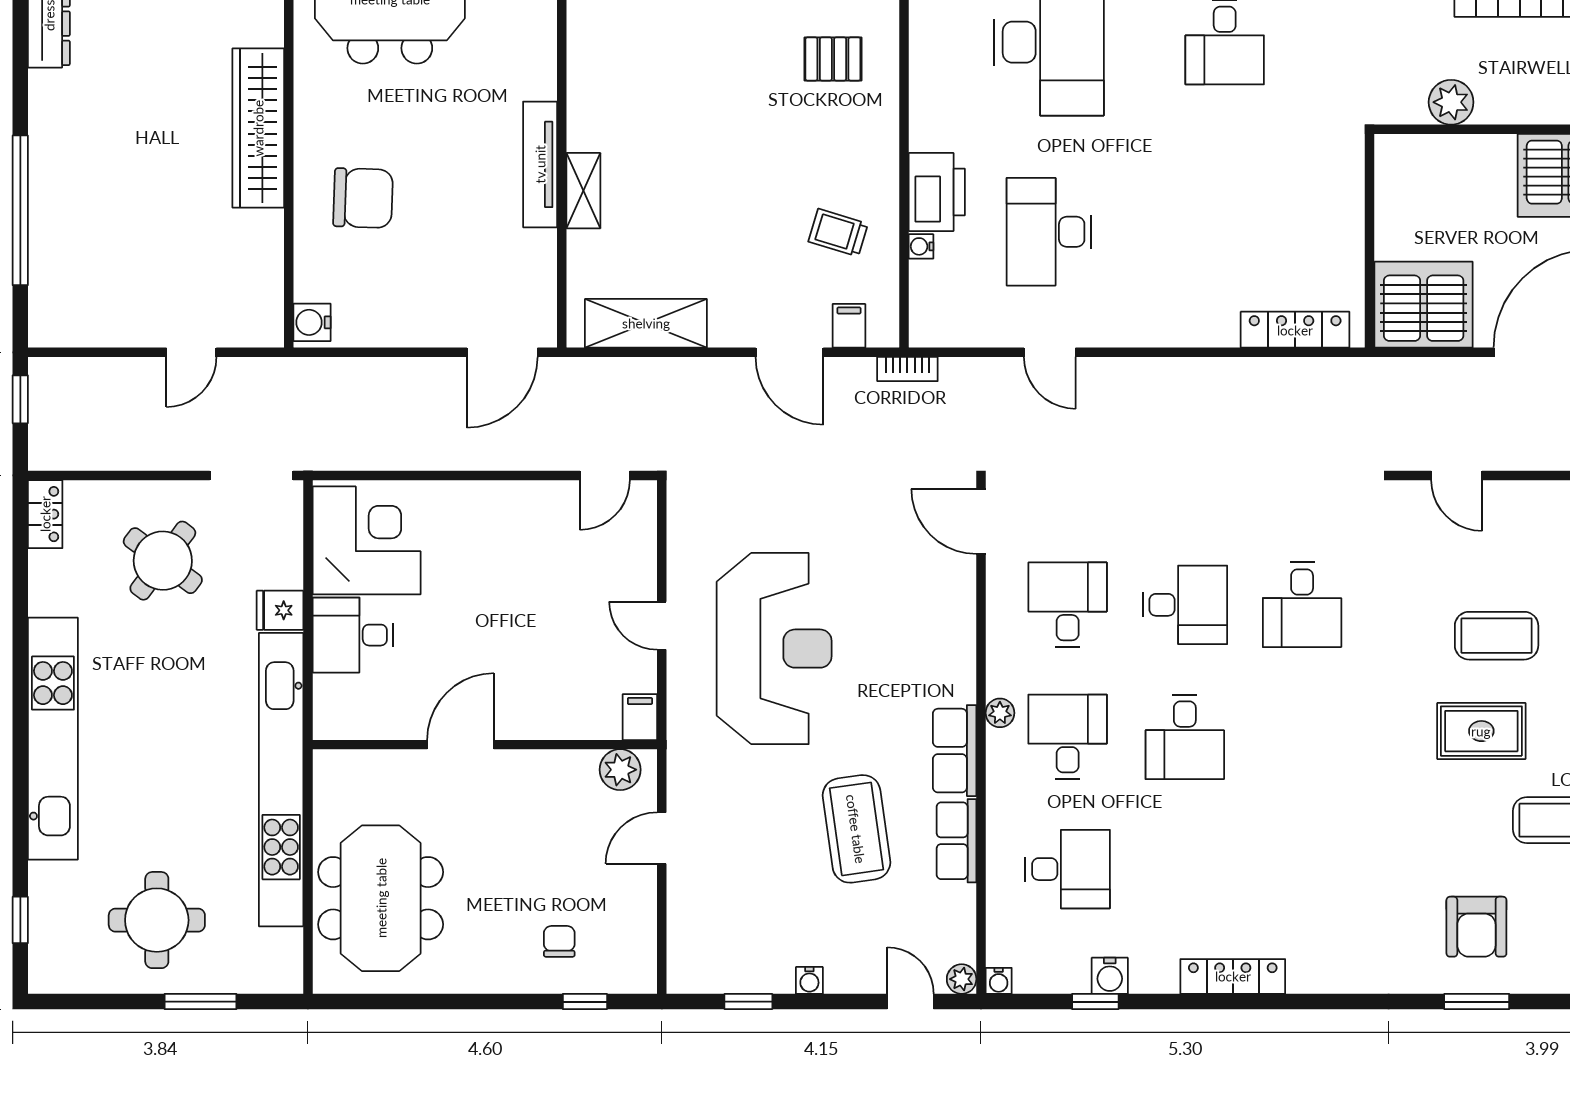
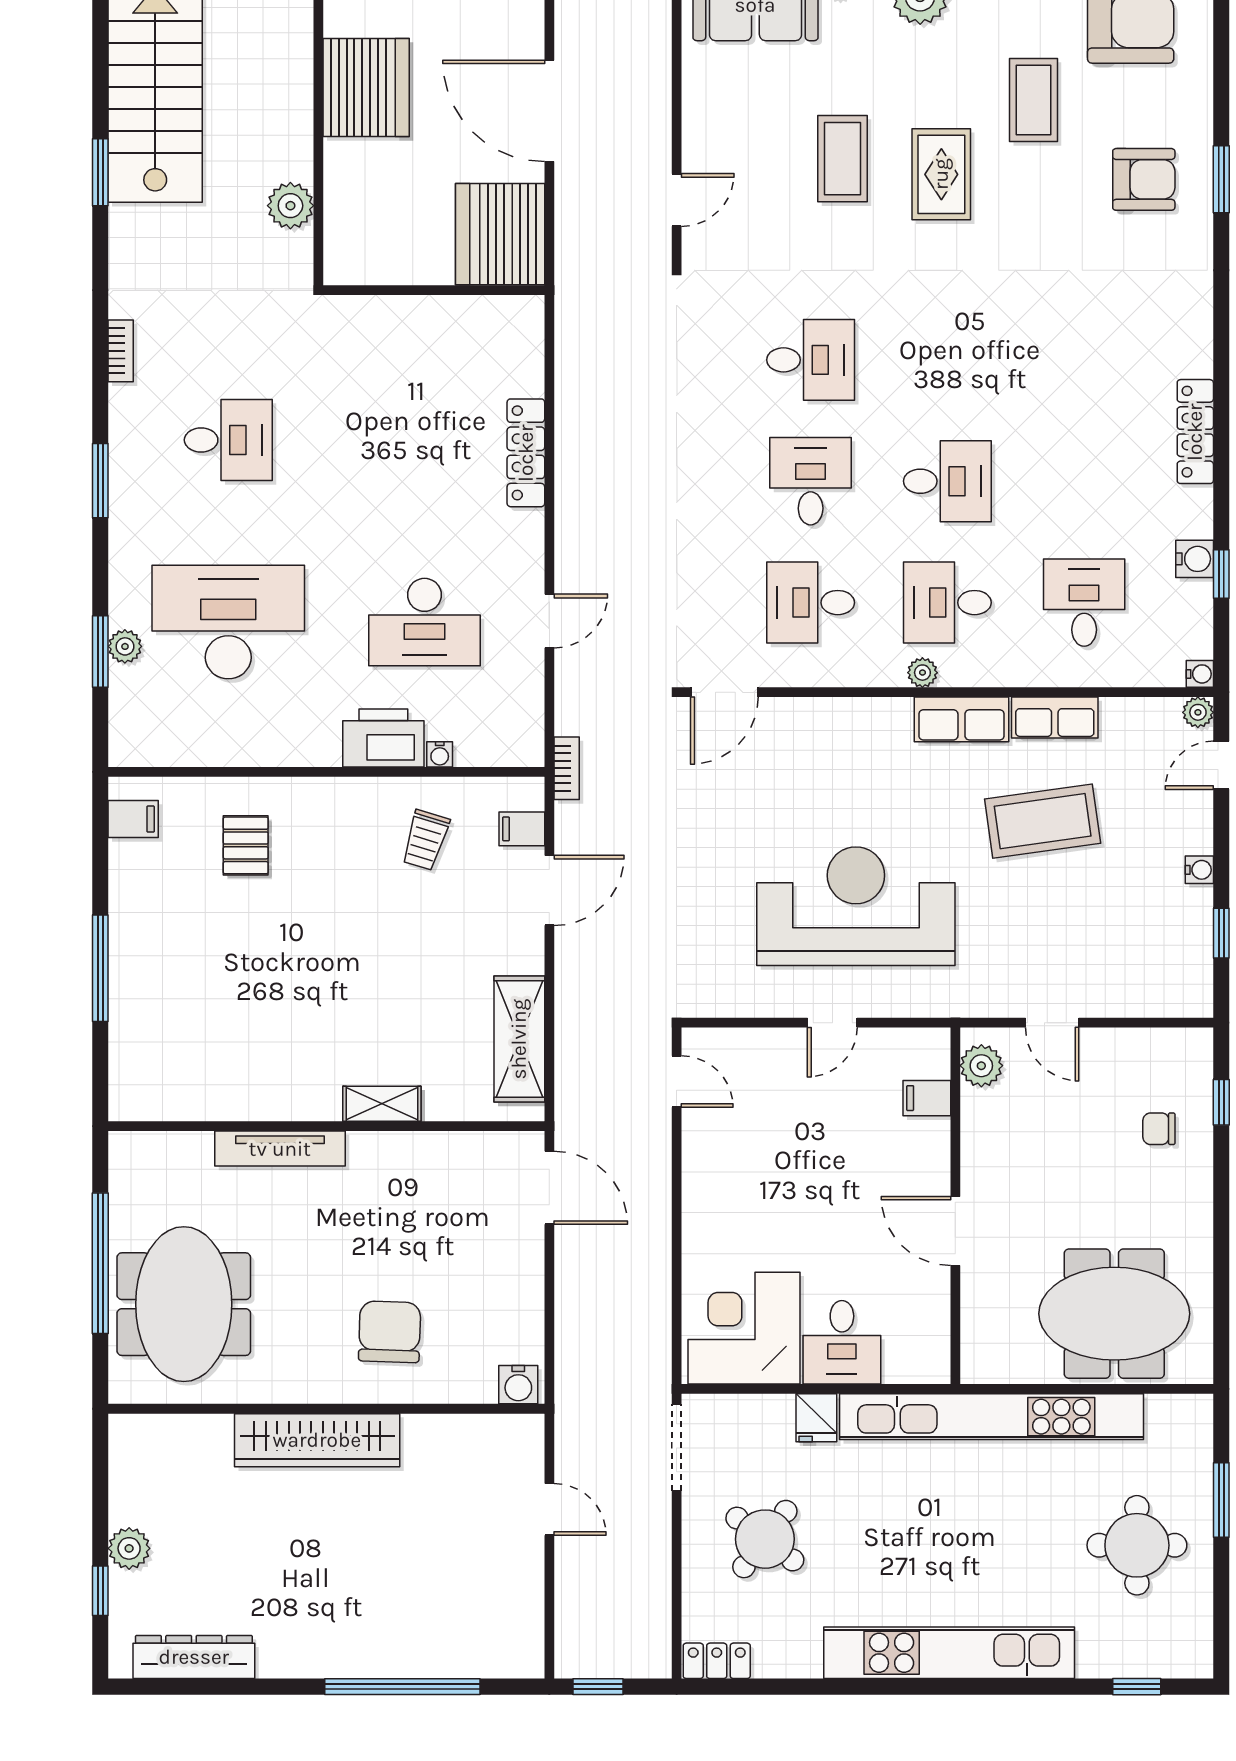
tv unit: (540, 164) -> (280, 1149), moved
locker: (1295, 330) -> (526, 453), moved
filing cabinet: (640, 717) -> (927, 1098), moved

